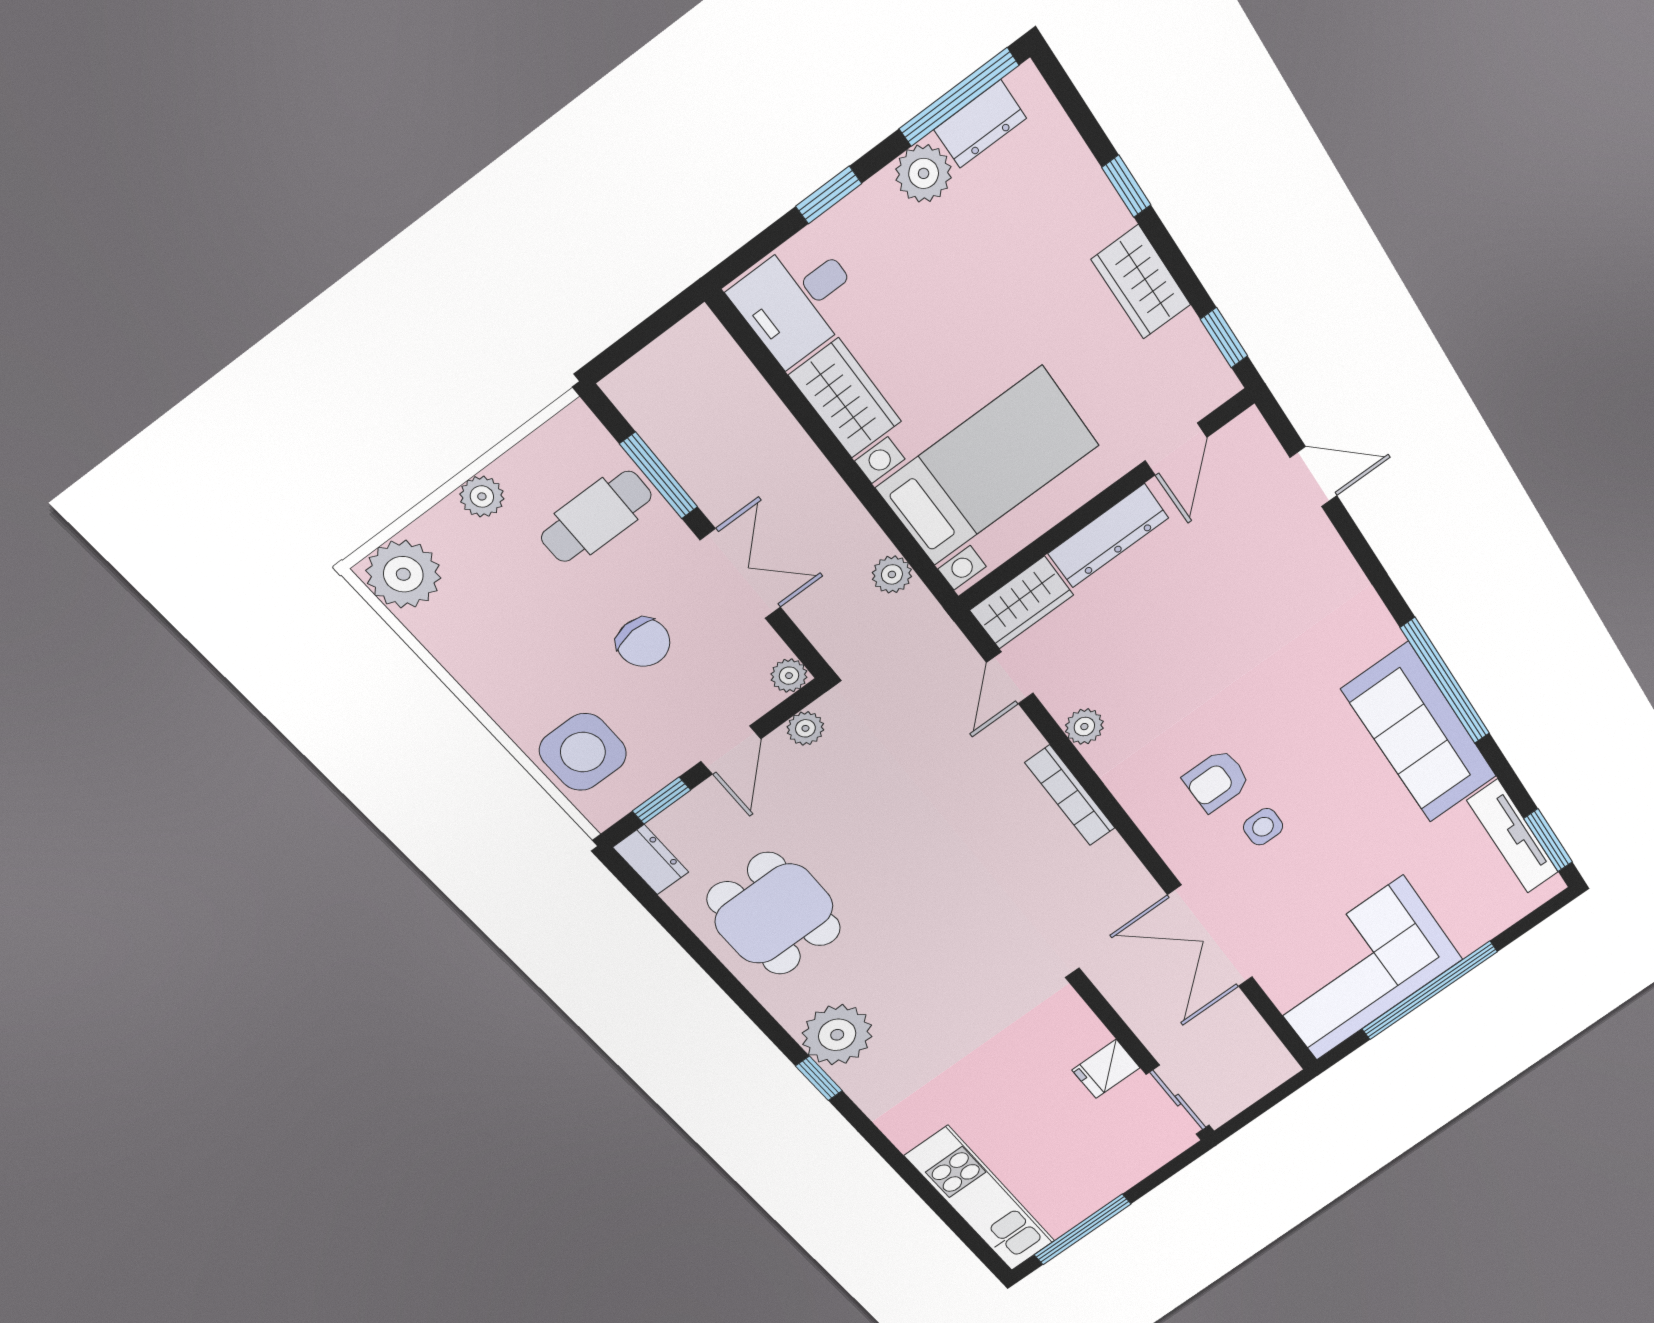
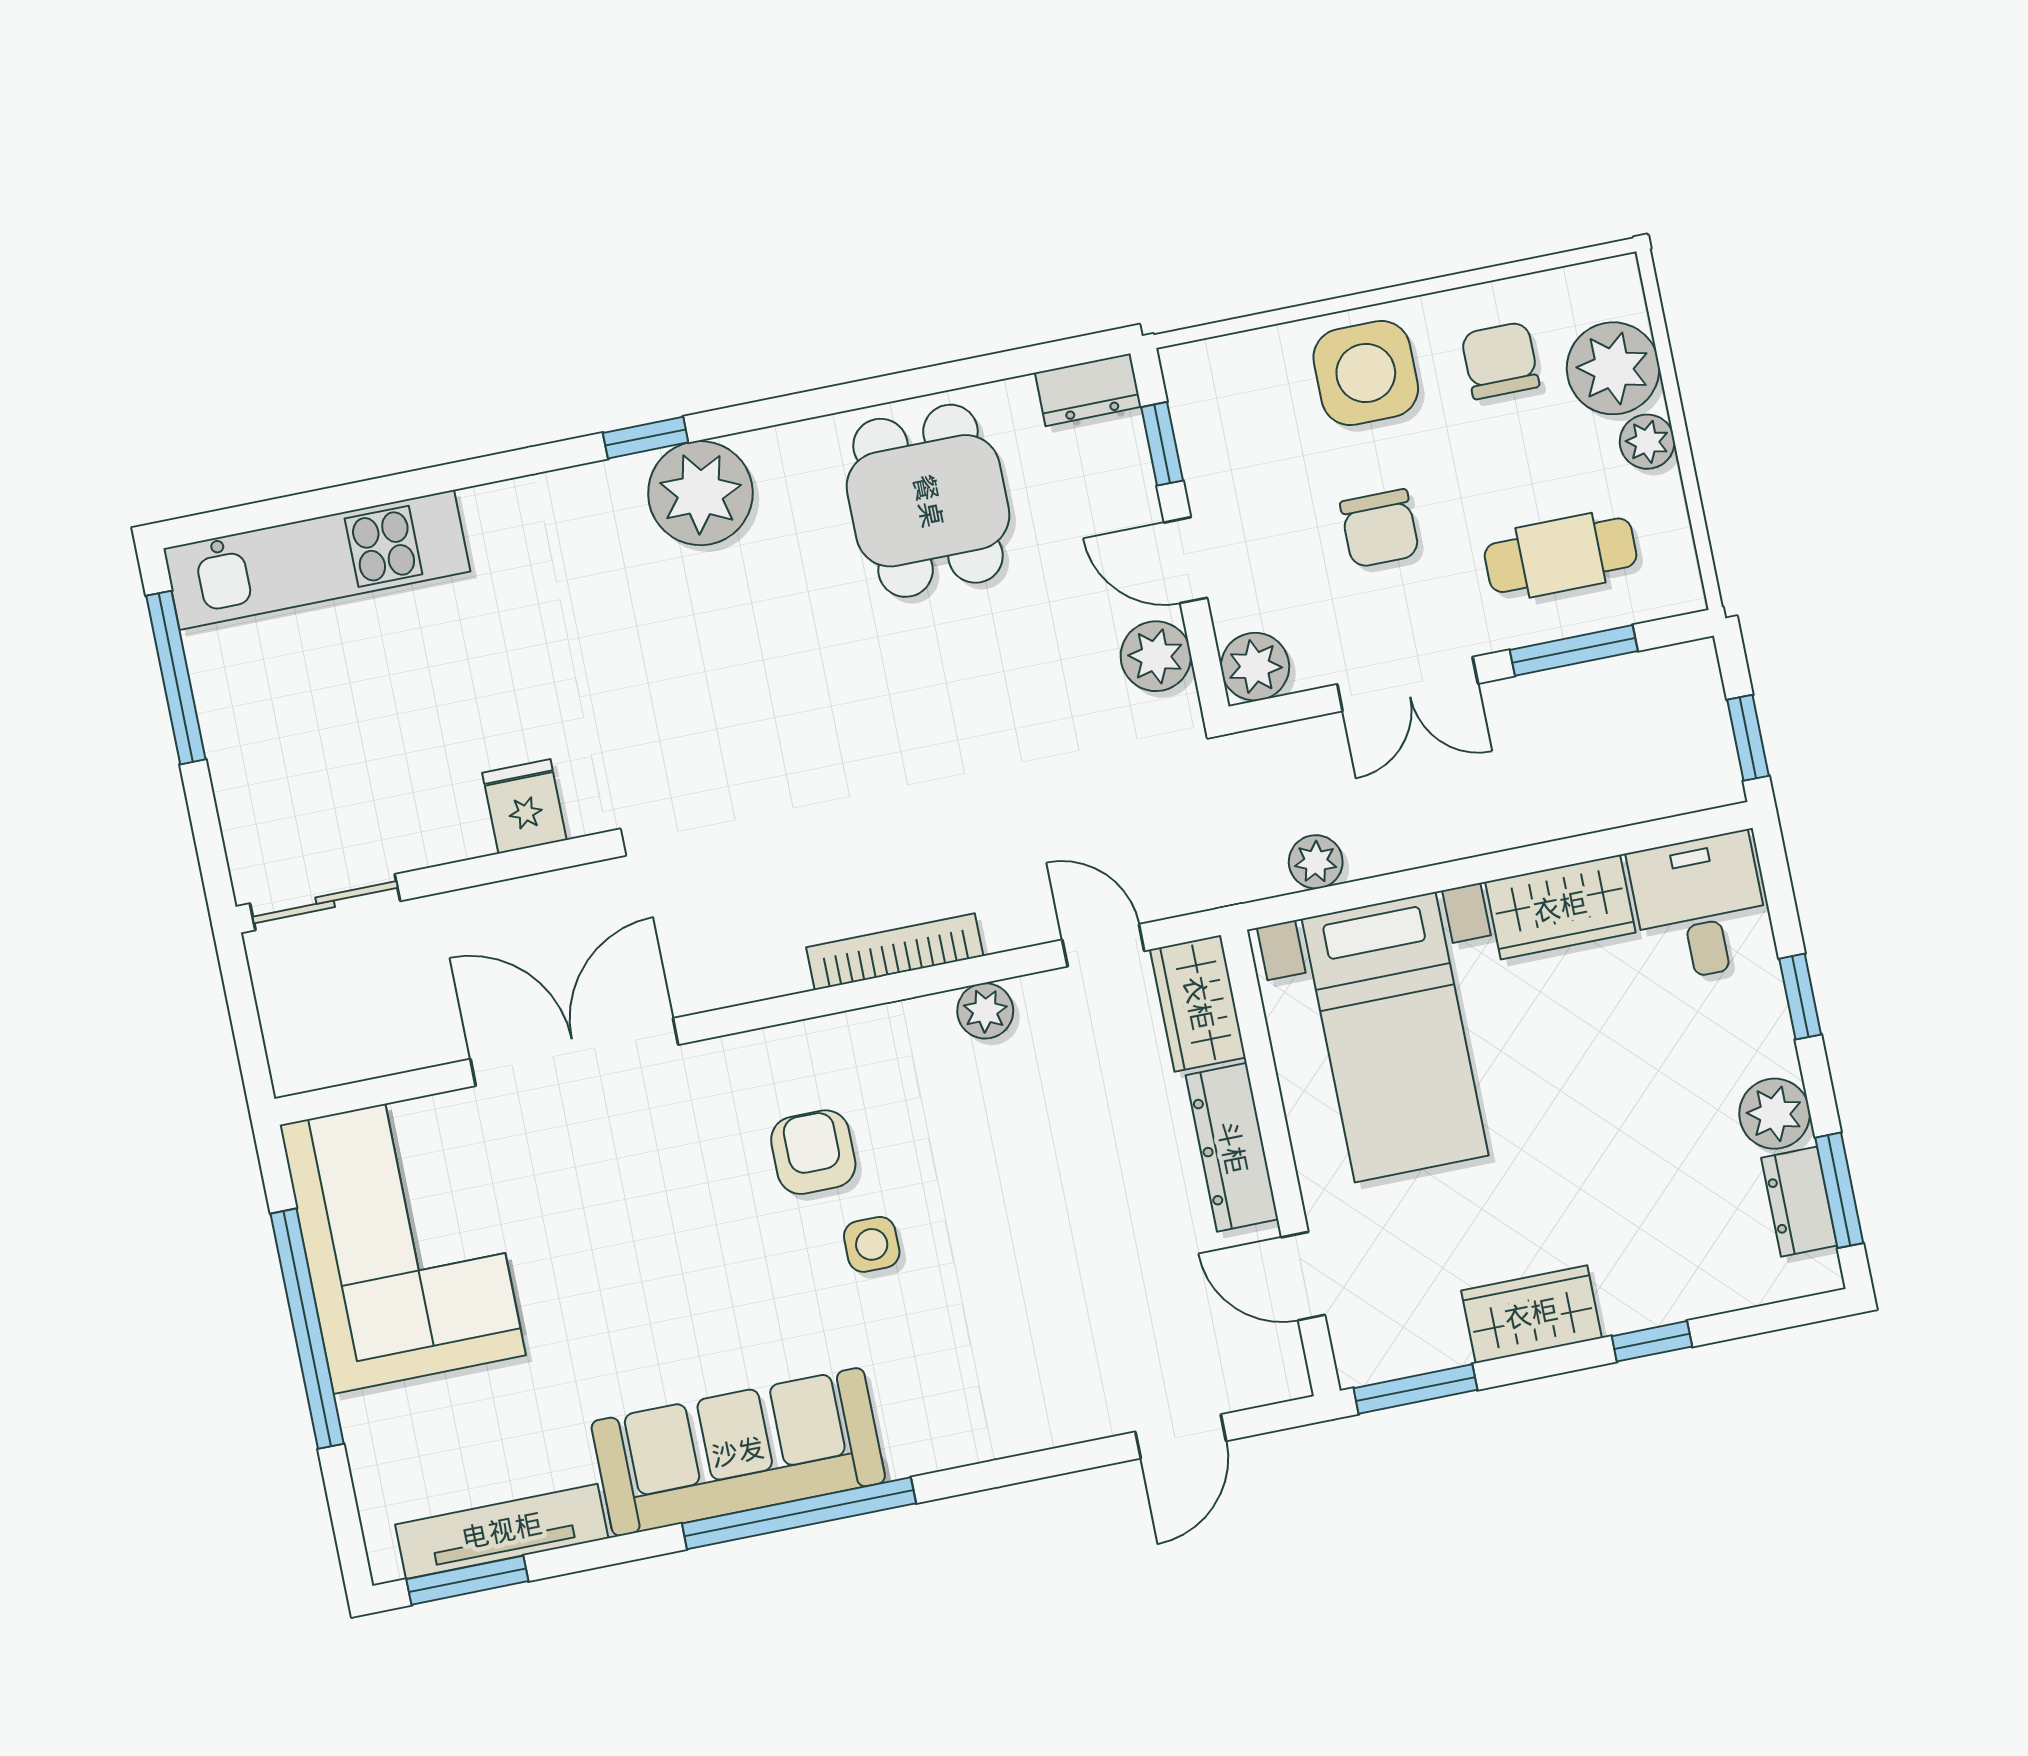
window: (959, 97) -> (1839, 1190), width x0.69
window: (658, 324) -> (1748, 738), added
window: (1224, 338) -> (1415, 1389), width x1.50
cafe table: (596, 516) -> (1561, 555), turned 90
plant: (403, 574) -> (1613, 368), moved
chair: (482, 621) -> (1500, 360), added
chair: (643, 642) -> (1380, 528), turned -86
plant: (789, 676) -> (1255, 667), width x1.38, depth x1.38
plant: (805, 728) -> (1156, 656), width x1.38, depth x1.38
side table: (583, 752) -> (1366, 373), moved
side table: (1263, 827) -> (872, 1244), moved
dining table: (774, 914) -> (928, 501), turned 90
fridge: (1106, 1069) -> (524, 806), moved

